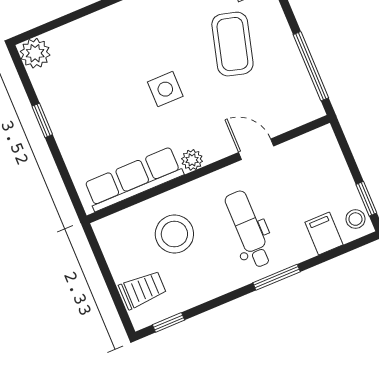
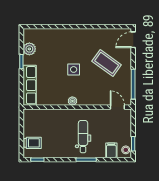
coffee table: (232, 44) -> (107, 63), turned -69
plant: (35, 53) -> (29, 49), moved
door: (256, 149) -> (117, 107), moved
row of seats: (134, 179) -> (30, 85), moved, turned 90
stool: (174, 234) -> (54, 127), removed

